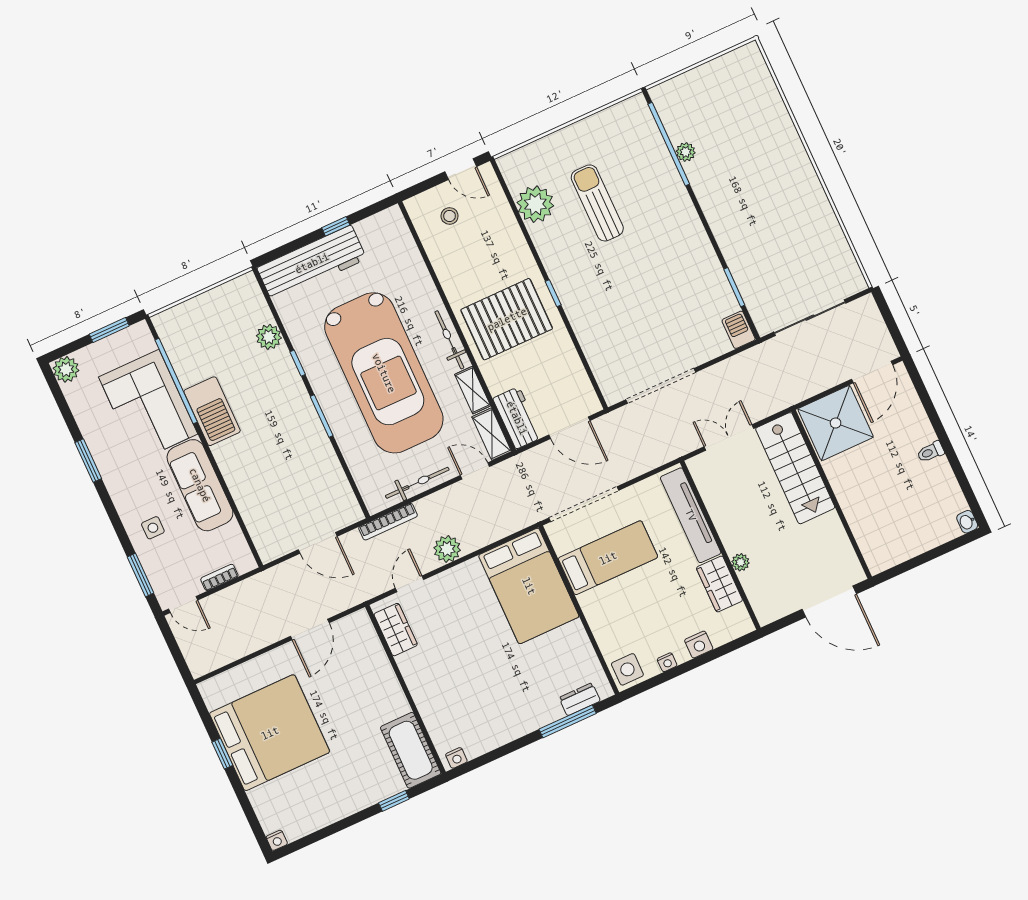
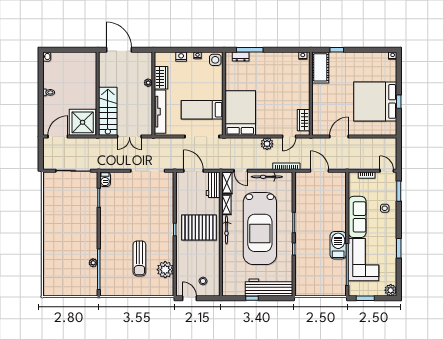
plant: (269, 337) -> (301, 265), removed
car: (384, 373) -> (260, 229), turned 180

